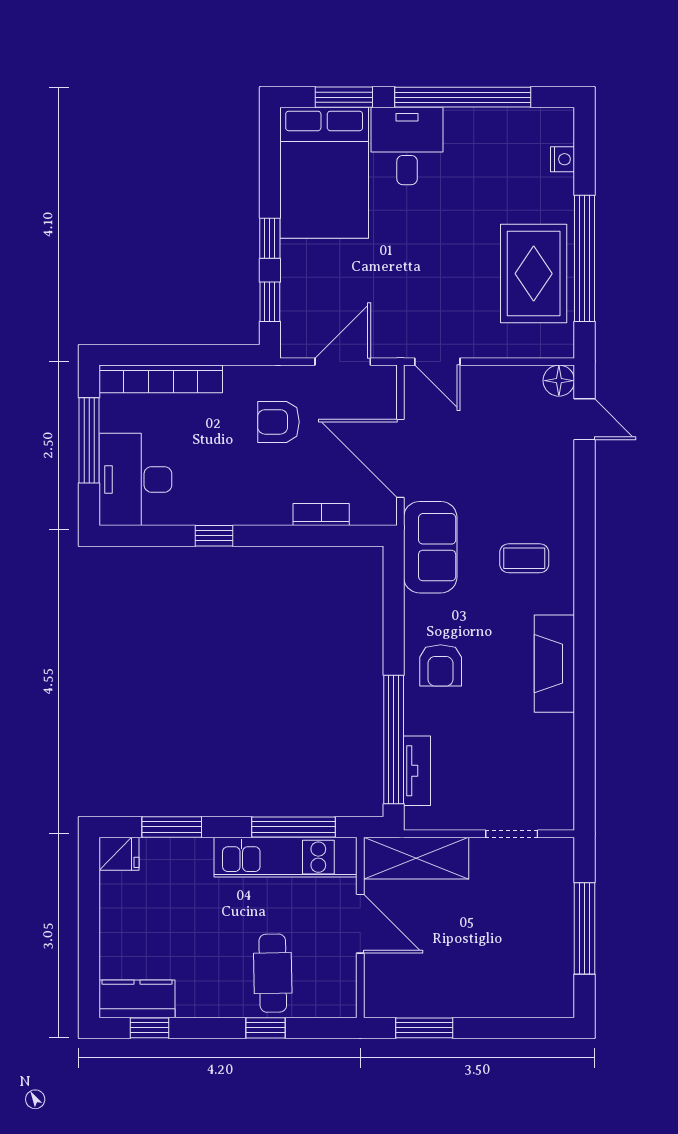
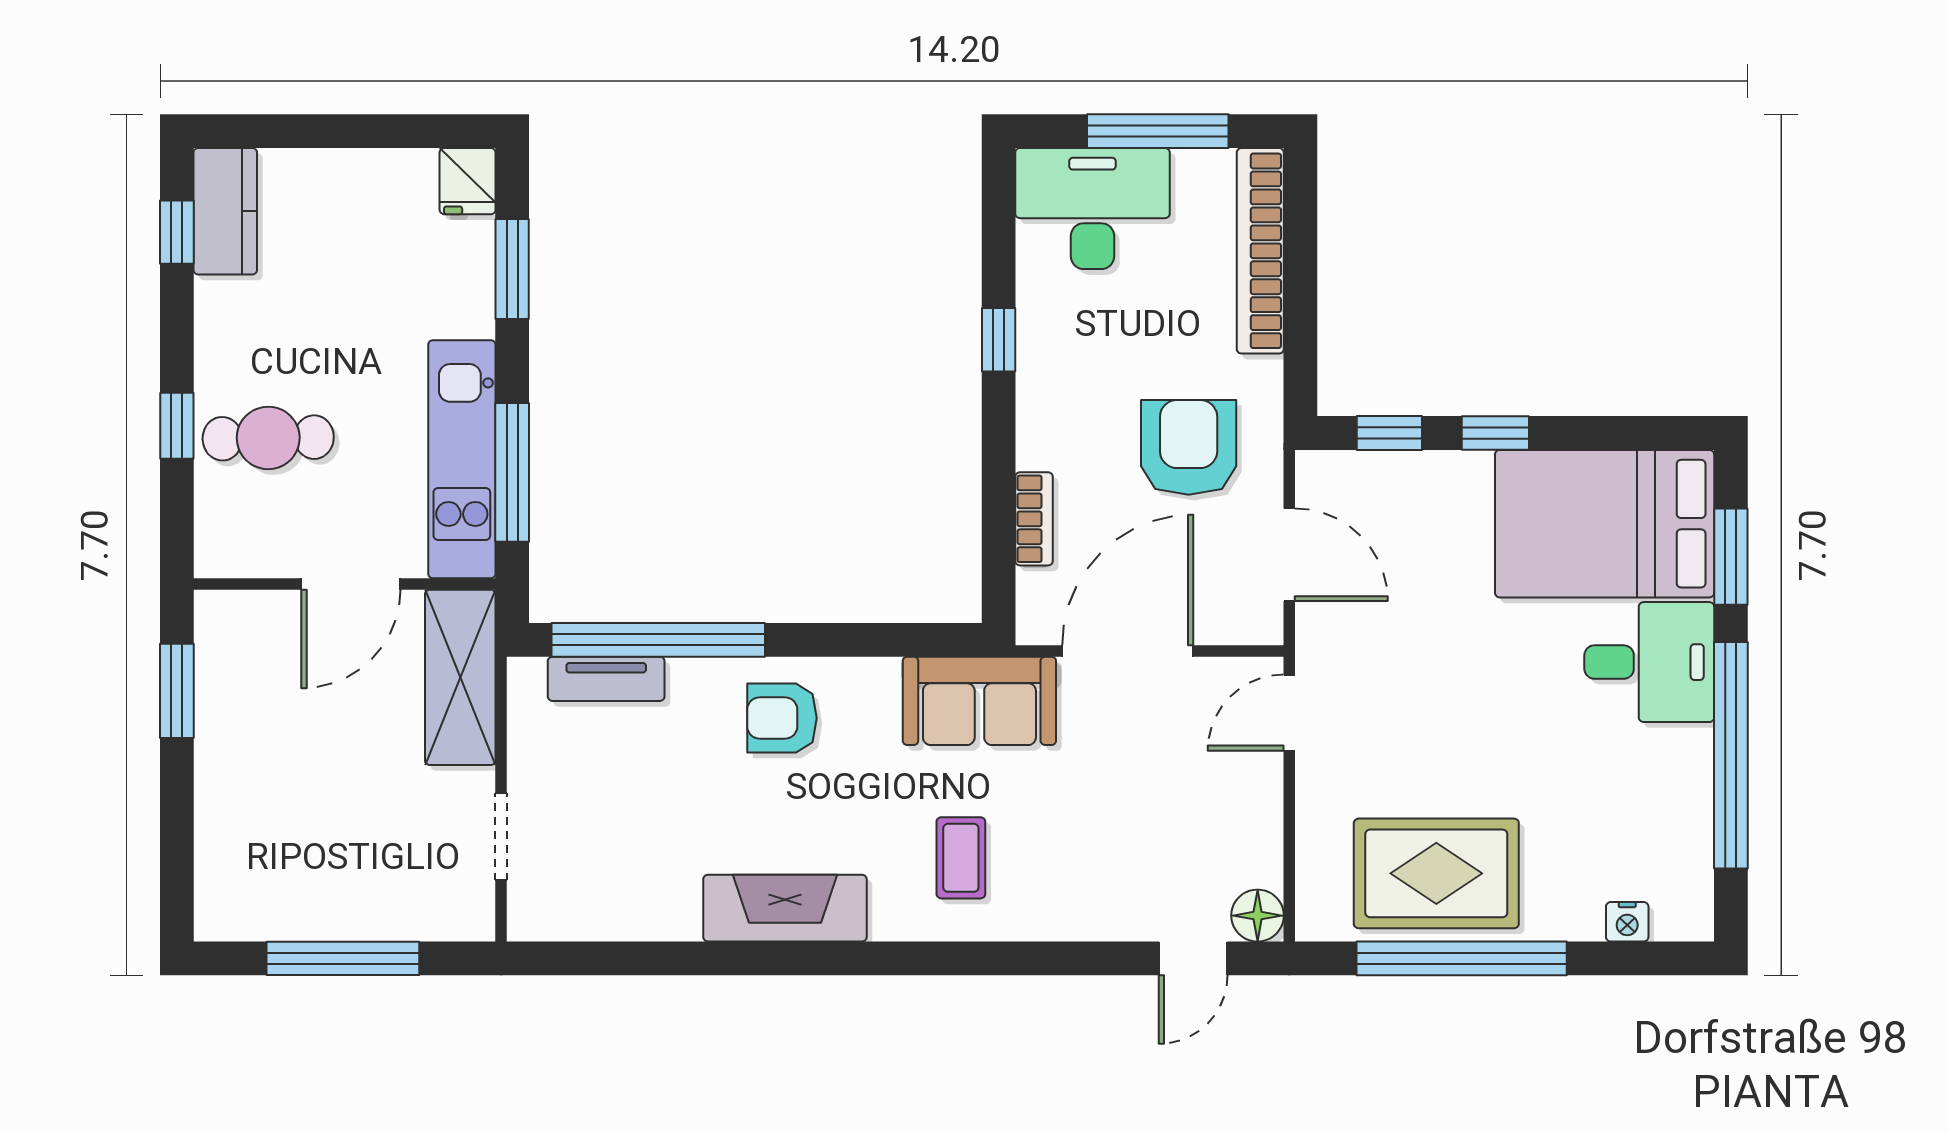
armchair: (278, 422) -> (1189, 447), width x1.38, depth x1.38

